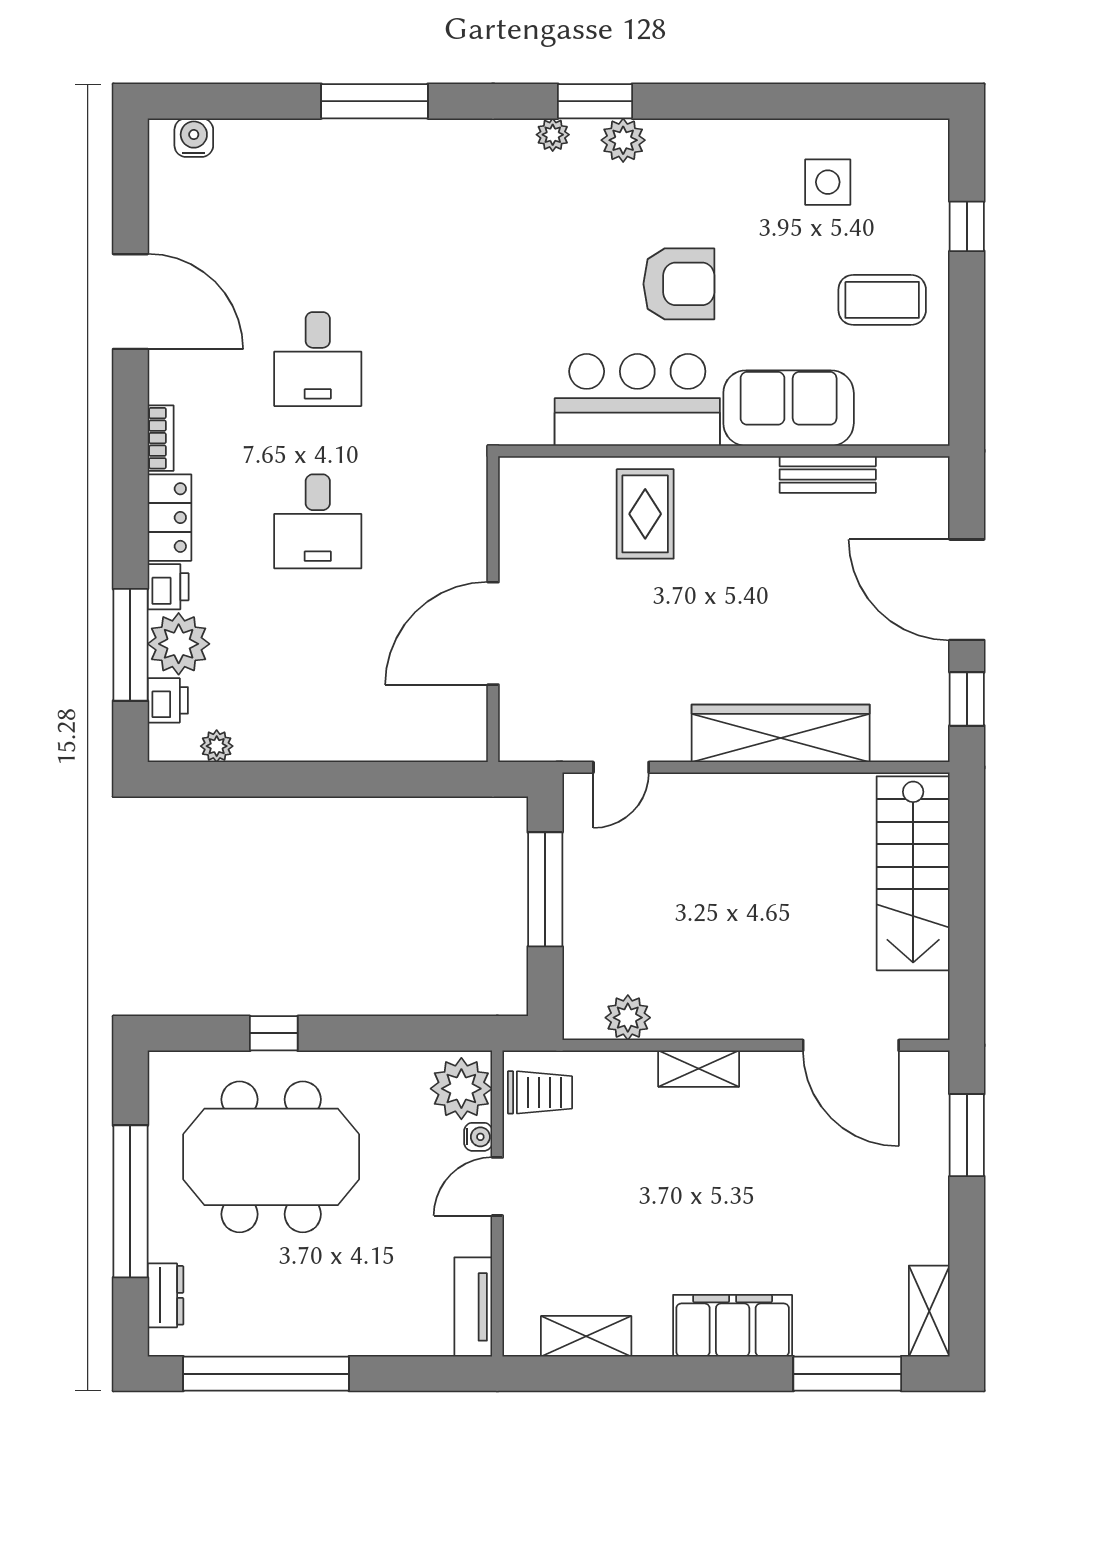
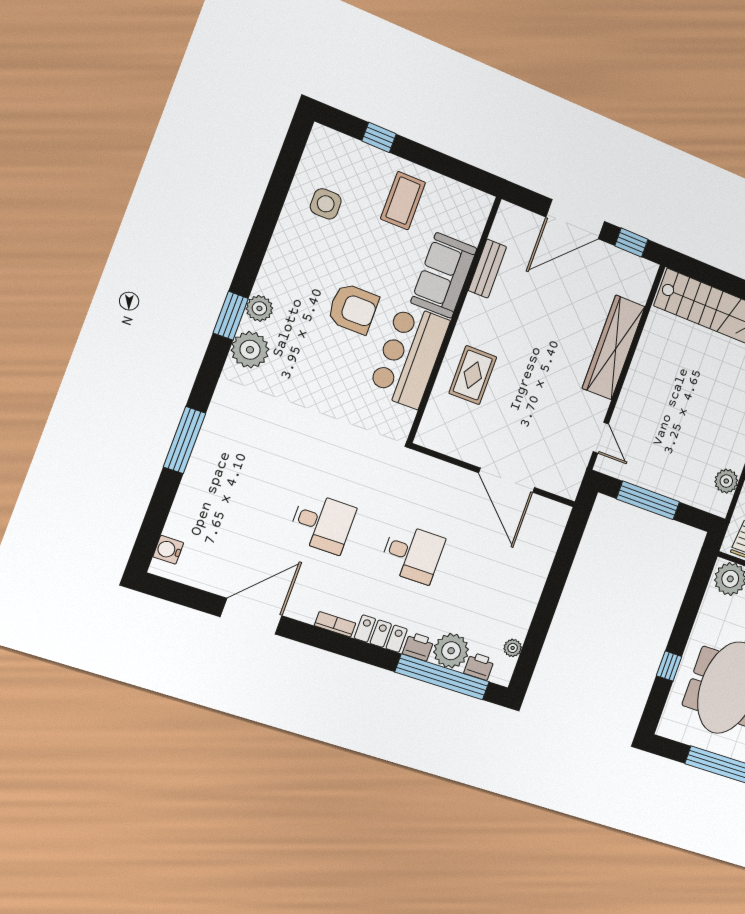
plant: (553, 135) -> (250, 350), width x1.88, depth x1.88
armchair: (679, 284) -> (353, 309), turned 90
rug: (645, 514) -> (473, 375), turned 90
window: (130, 645) -> (442, 677), width x1.46

